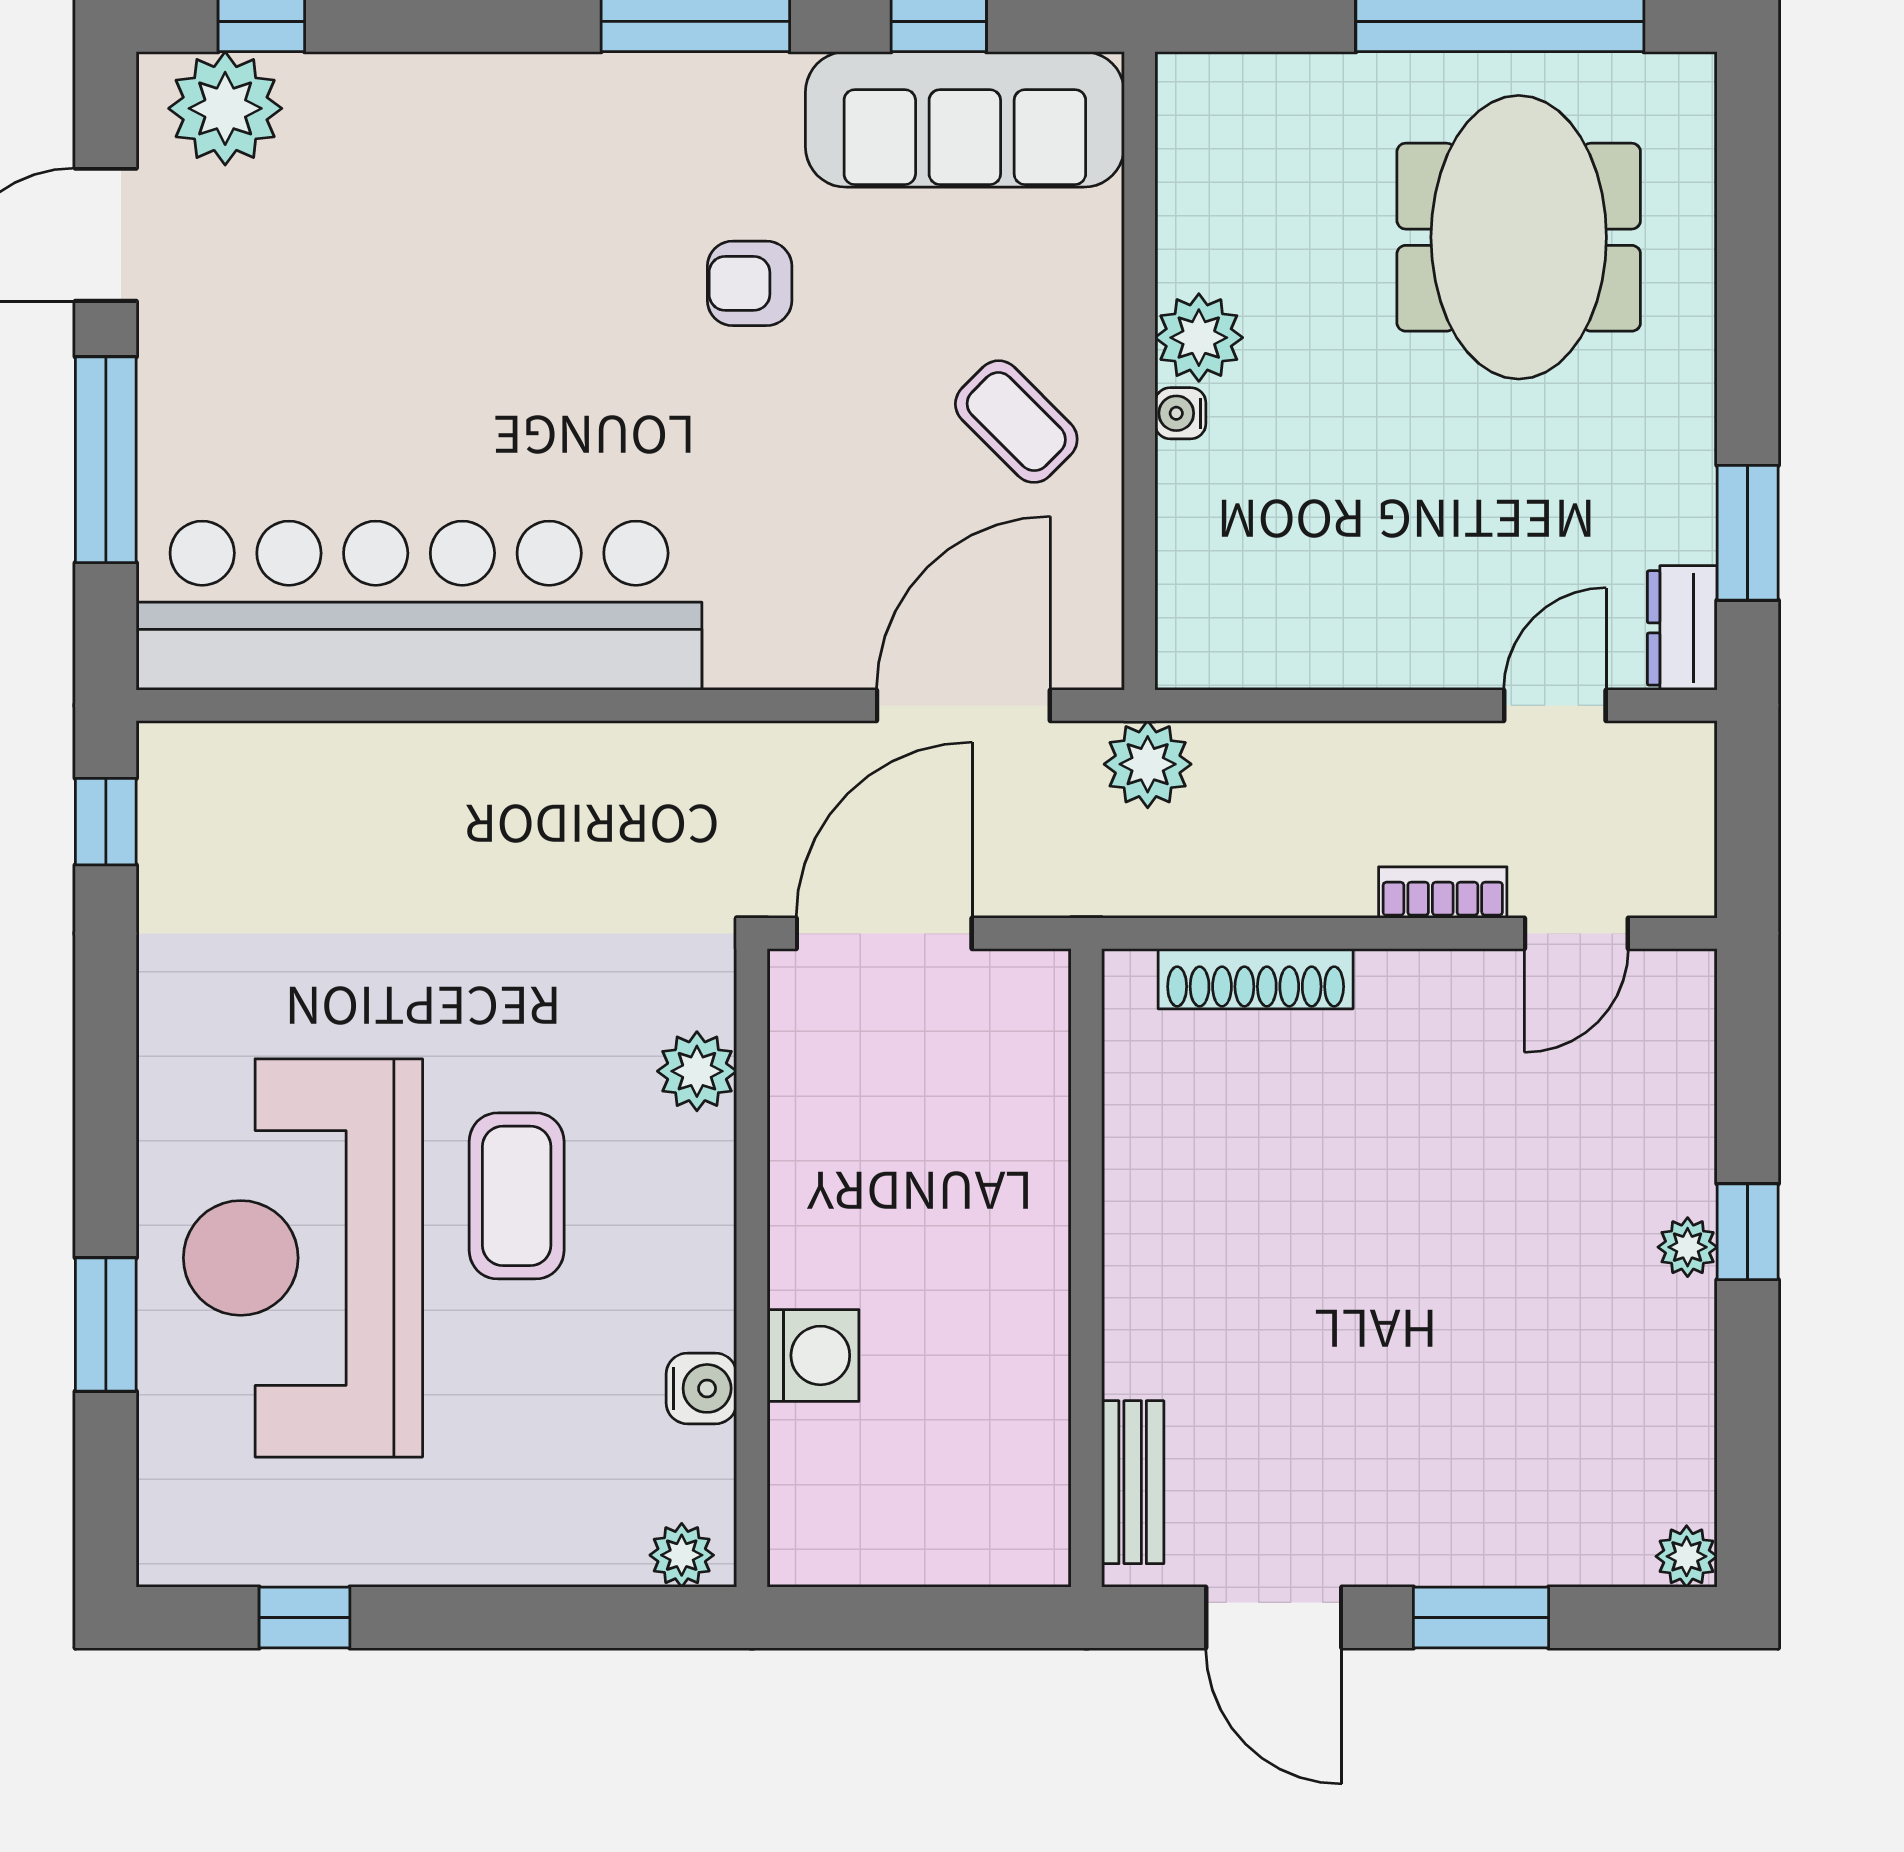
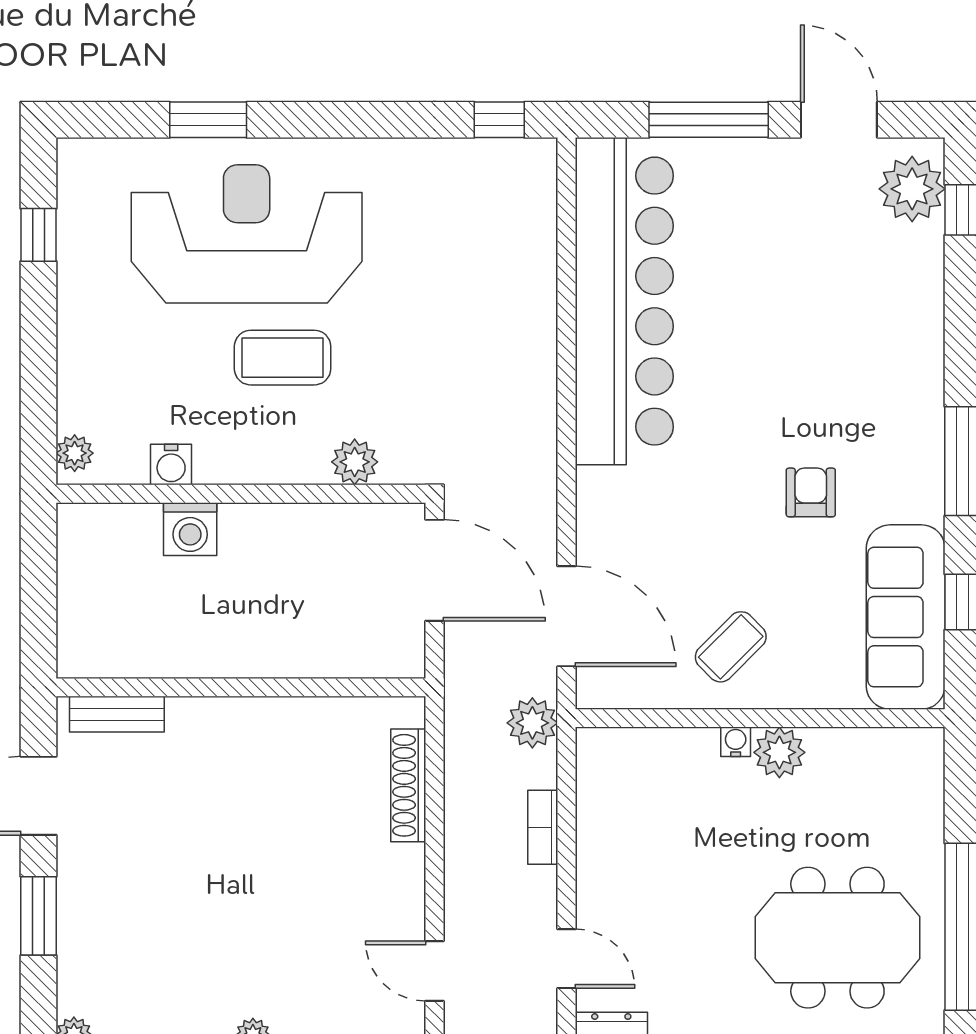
bookcase: (1443, 893) -> (543, 827), moved, turned 180

